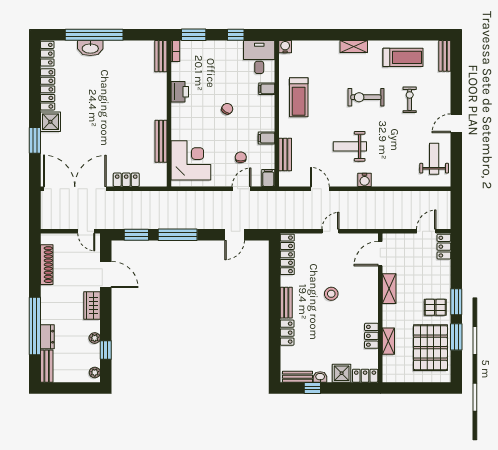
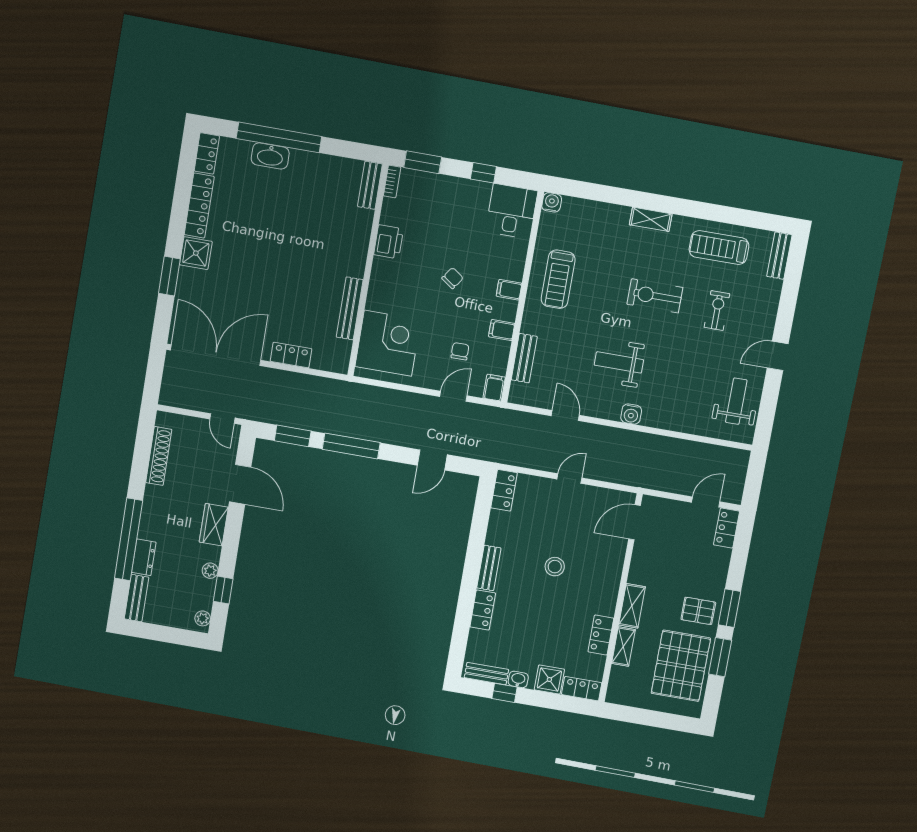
treadmill: (403, 57) -> (719, 248), turned 180
filing cabinet: (267, 89) -> (509, 290), moved
locker: (287, 254) -> (504, 490), width x0.66
shelving: (389, 289) -> (632, 606), moved

